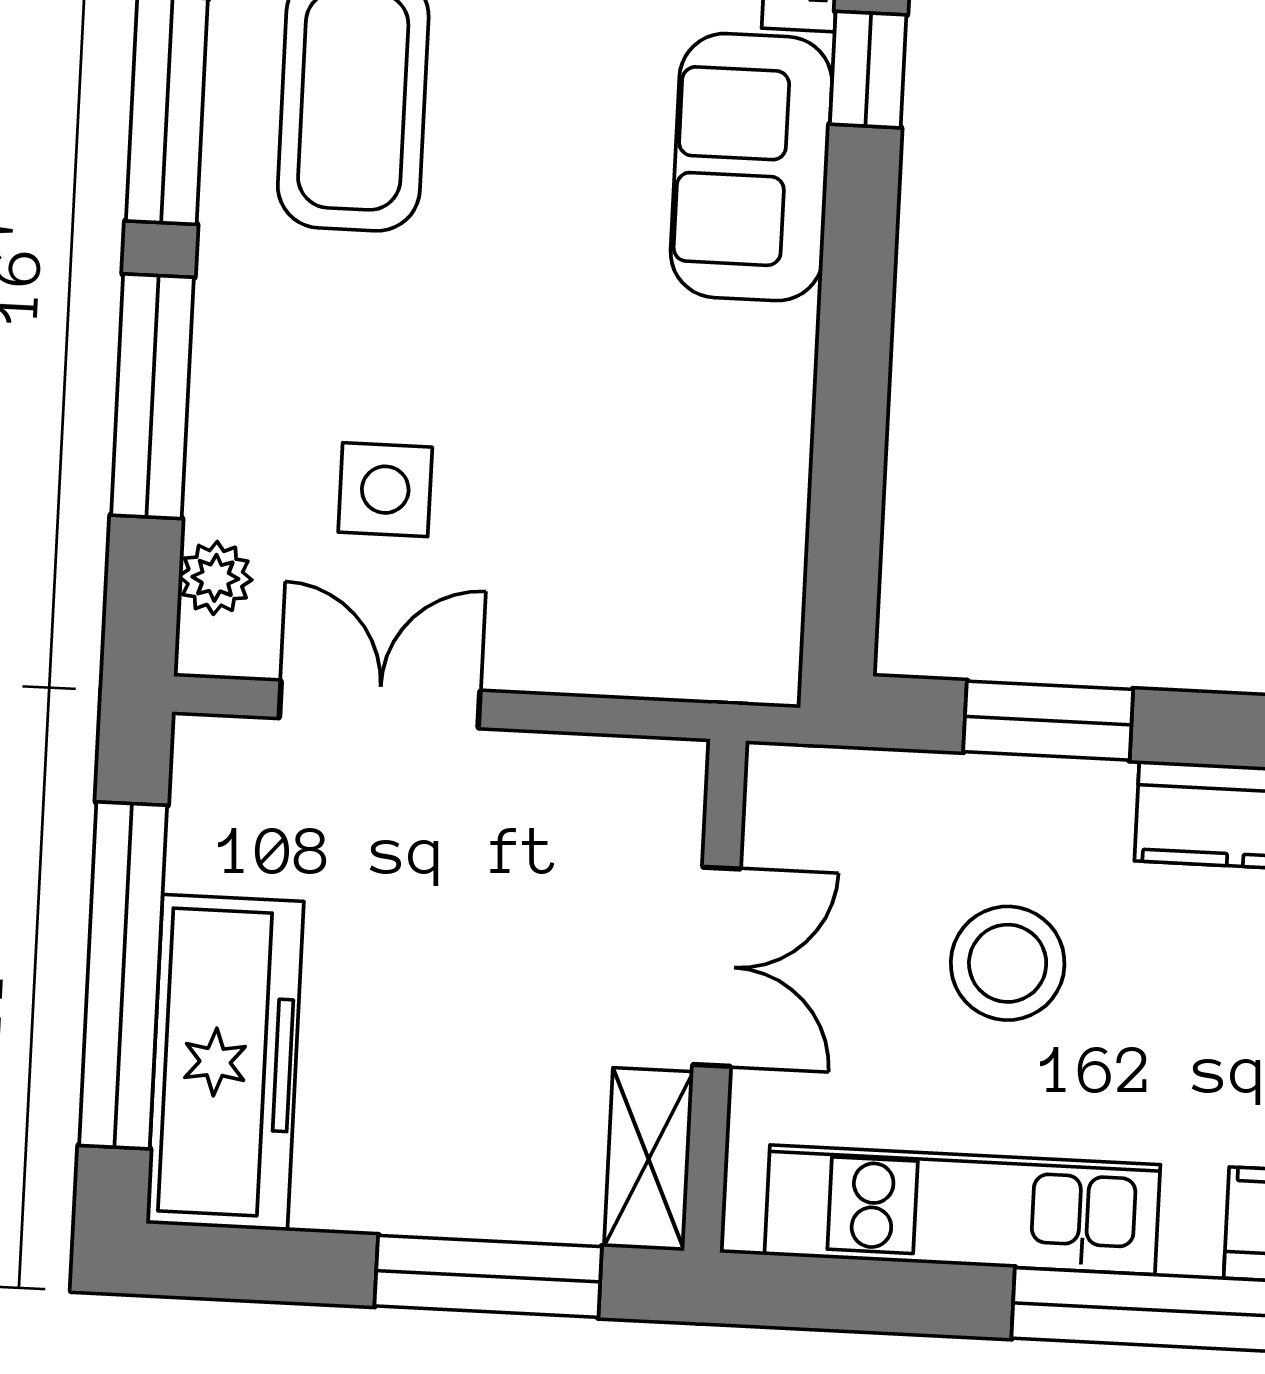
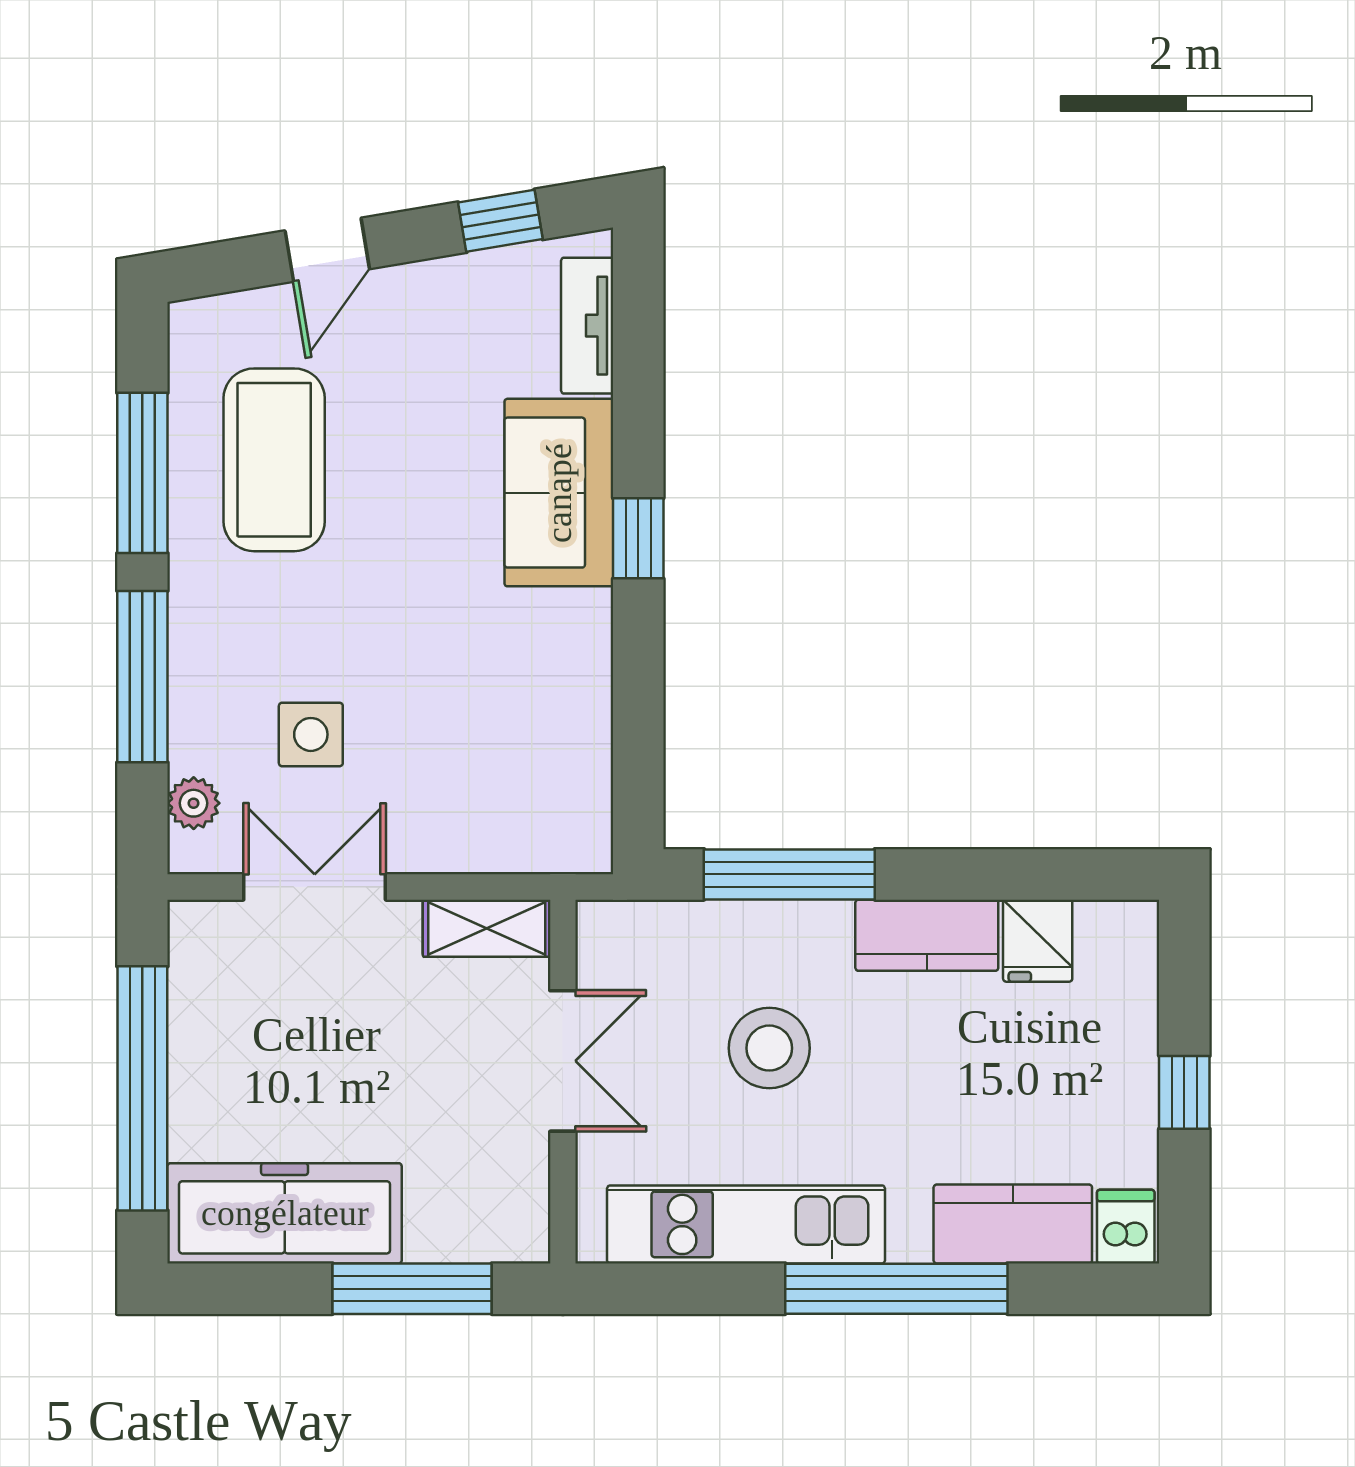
window: (868, 70) -> (638, 538), moved
window: (1048, 721) -> (789, 874), width x1.44
freezer: (225, 1062) -> (285, 1213), moved, turned -90
shelving: (649, 1159) -> (487, 928), moved, turned 90

